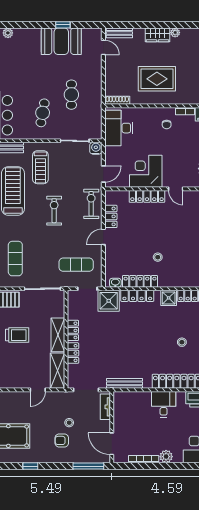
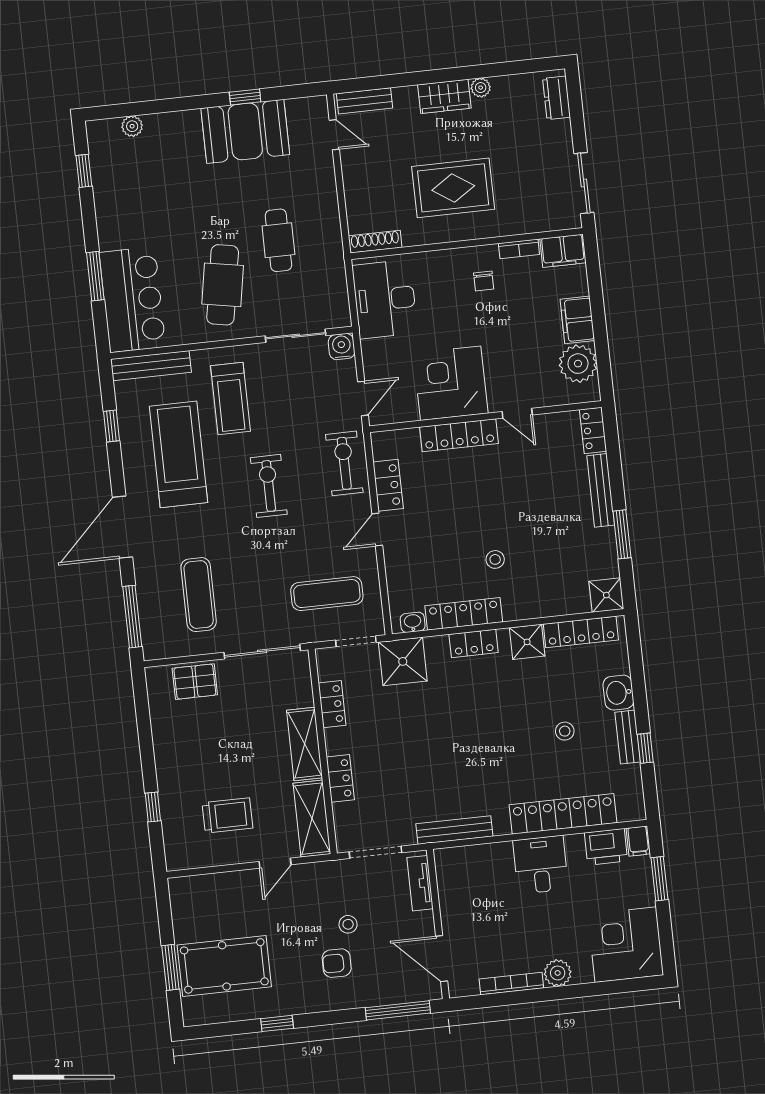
cafe table: (43, 113) -> (223, 285), width x1.37, depth x1.35
locker: (137, 296) -> (474, 643), width x0.66
locker: (73, 330) -> (332, 704), moved
trolley: (17, 335) -> (227, 815), moved

